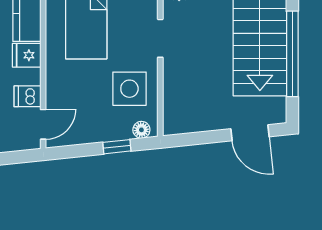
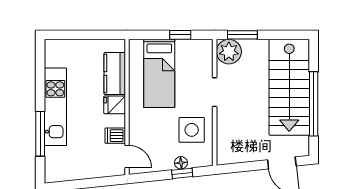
door: (43, 124) -> (127, 157), hinge flipped
floor lamp: (141, 130) -> (181, 163), moved

